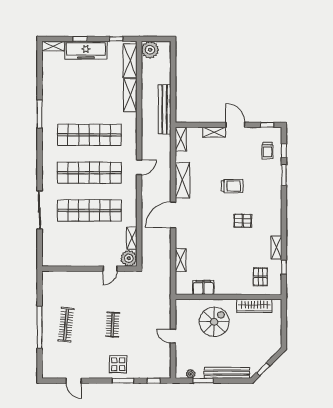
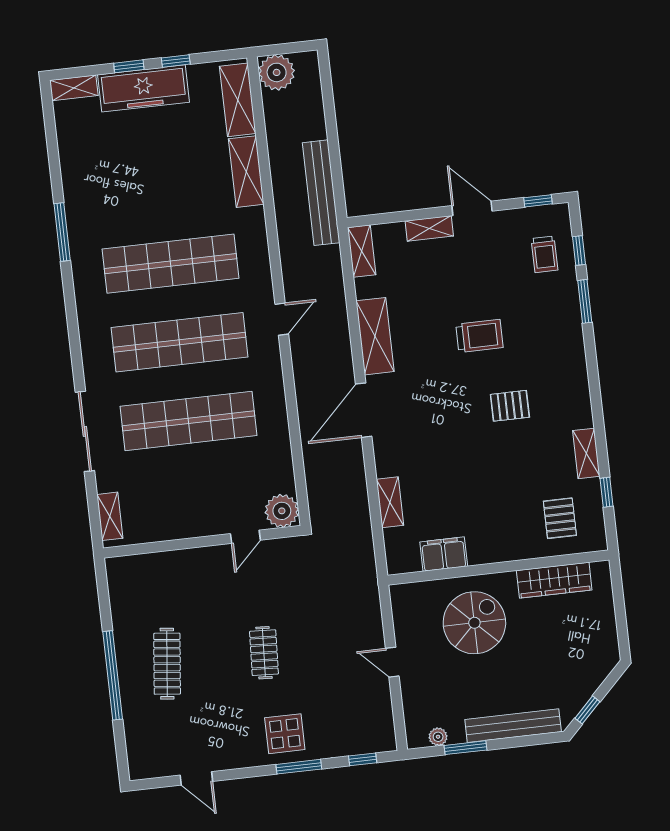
window: (116, 39) -> (176, 61), moved
shelving: (132, 238) -> (110, 516), moved

